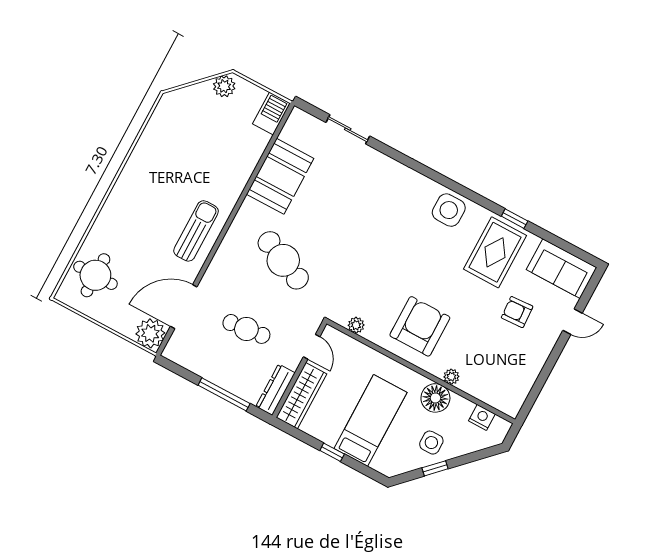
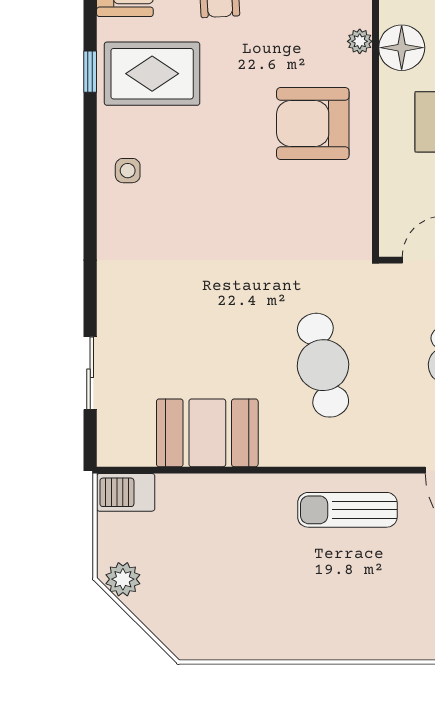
side table: (449, 210) -> (128, 171), width x0.54, depth x0.54
cafe table: (283, 260) -> (323, 365), turned -36
plant: (356, 325) -> (359, 214), removed

